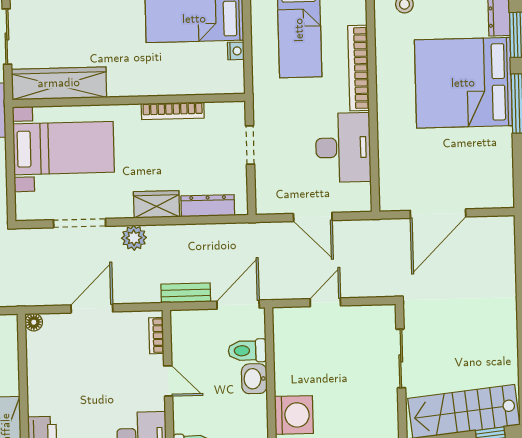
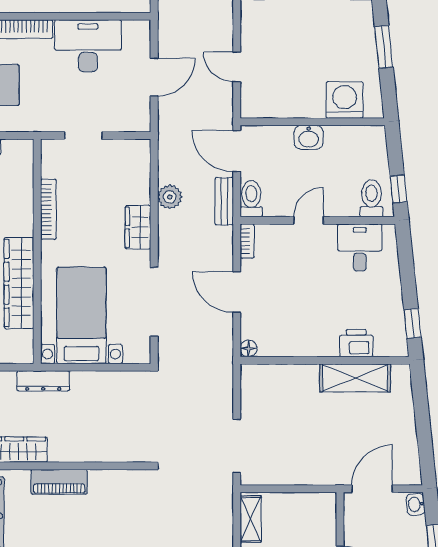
wardrobe: (59, 83) -> (19, 283), moved
dresser: (208, 206) -> (141, 178), removed
doorway: (80, 223) -> (154, 302), width x1.36
plant: (134, 238) -> (170, 197), moved
bookcase: (156, 336) -> (247, 241), moved, turned -90
toilet: (247, 351) -> (251, 199), moved, turned 180

